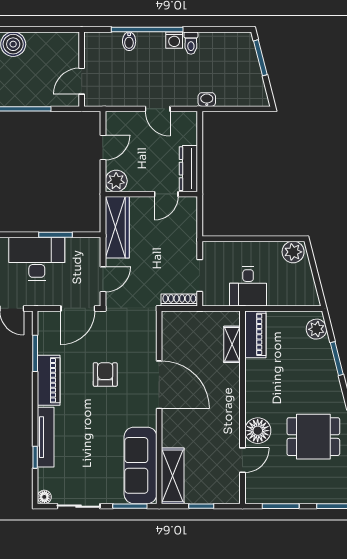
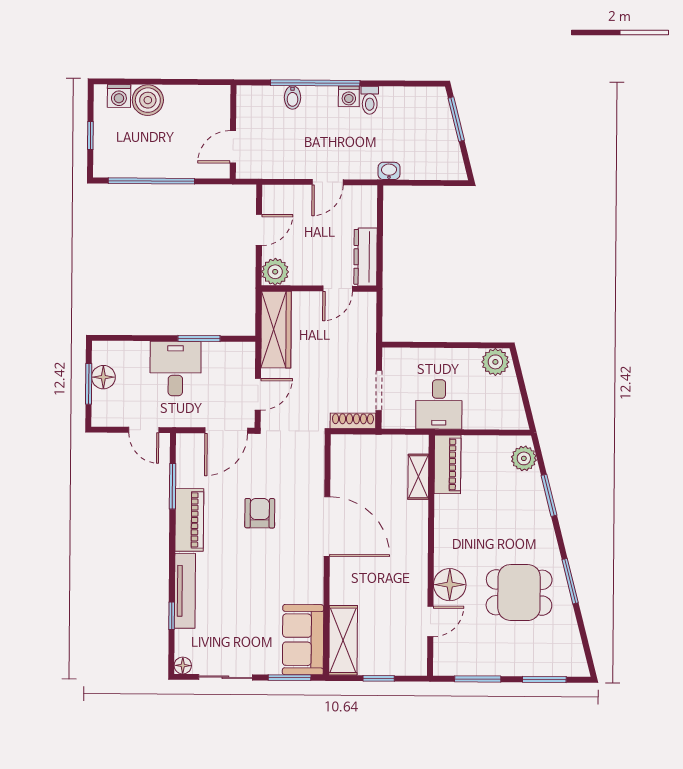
door: (158, 109) -> (328, 182), hinge flipped
desk: (37, 259) -> (175, 369), width x0.73
sofa: (141, 465) -> (303, 640), width x0.73

